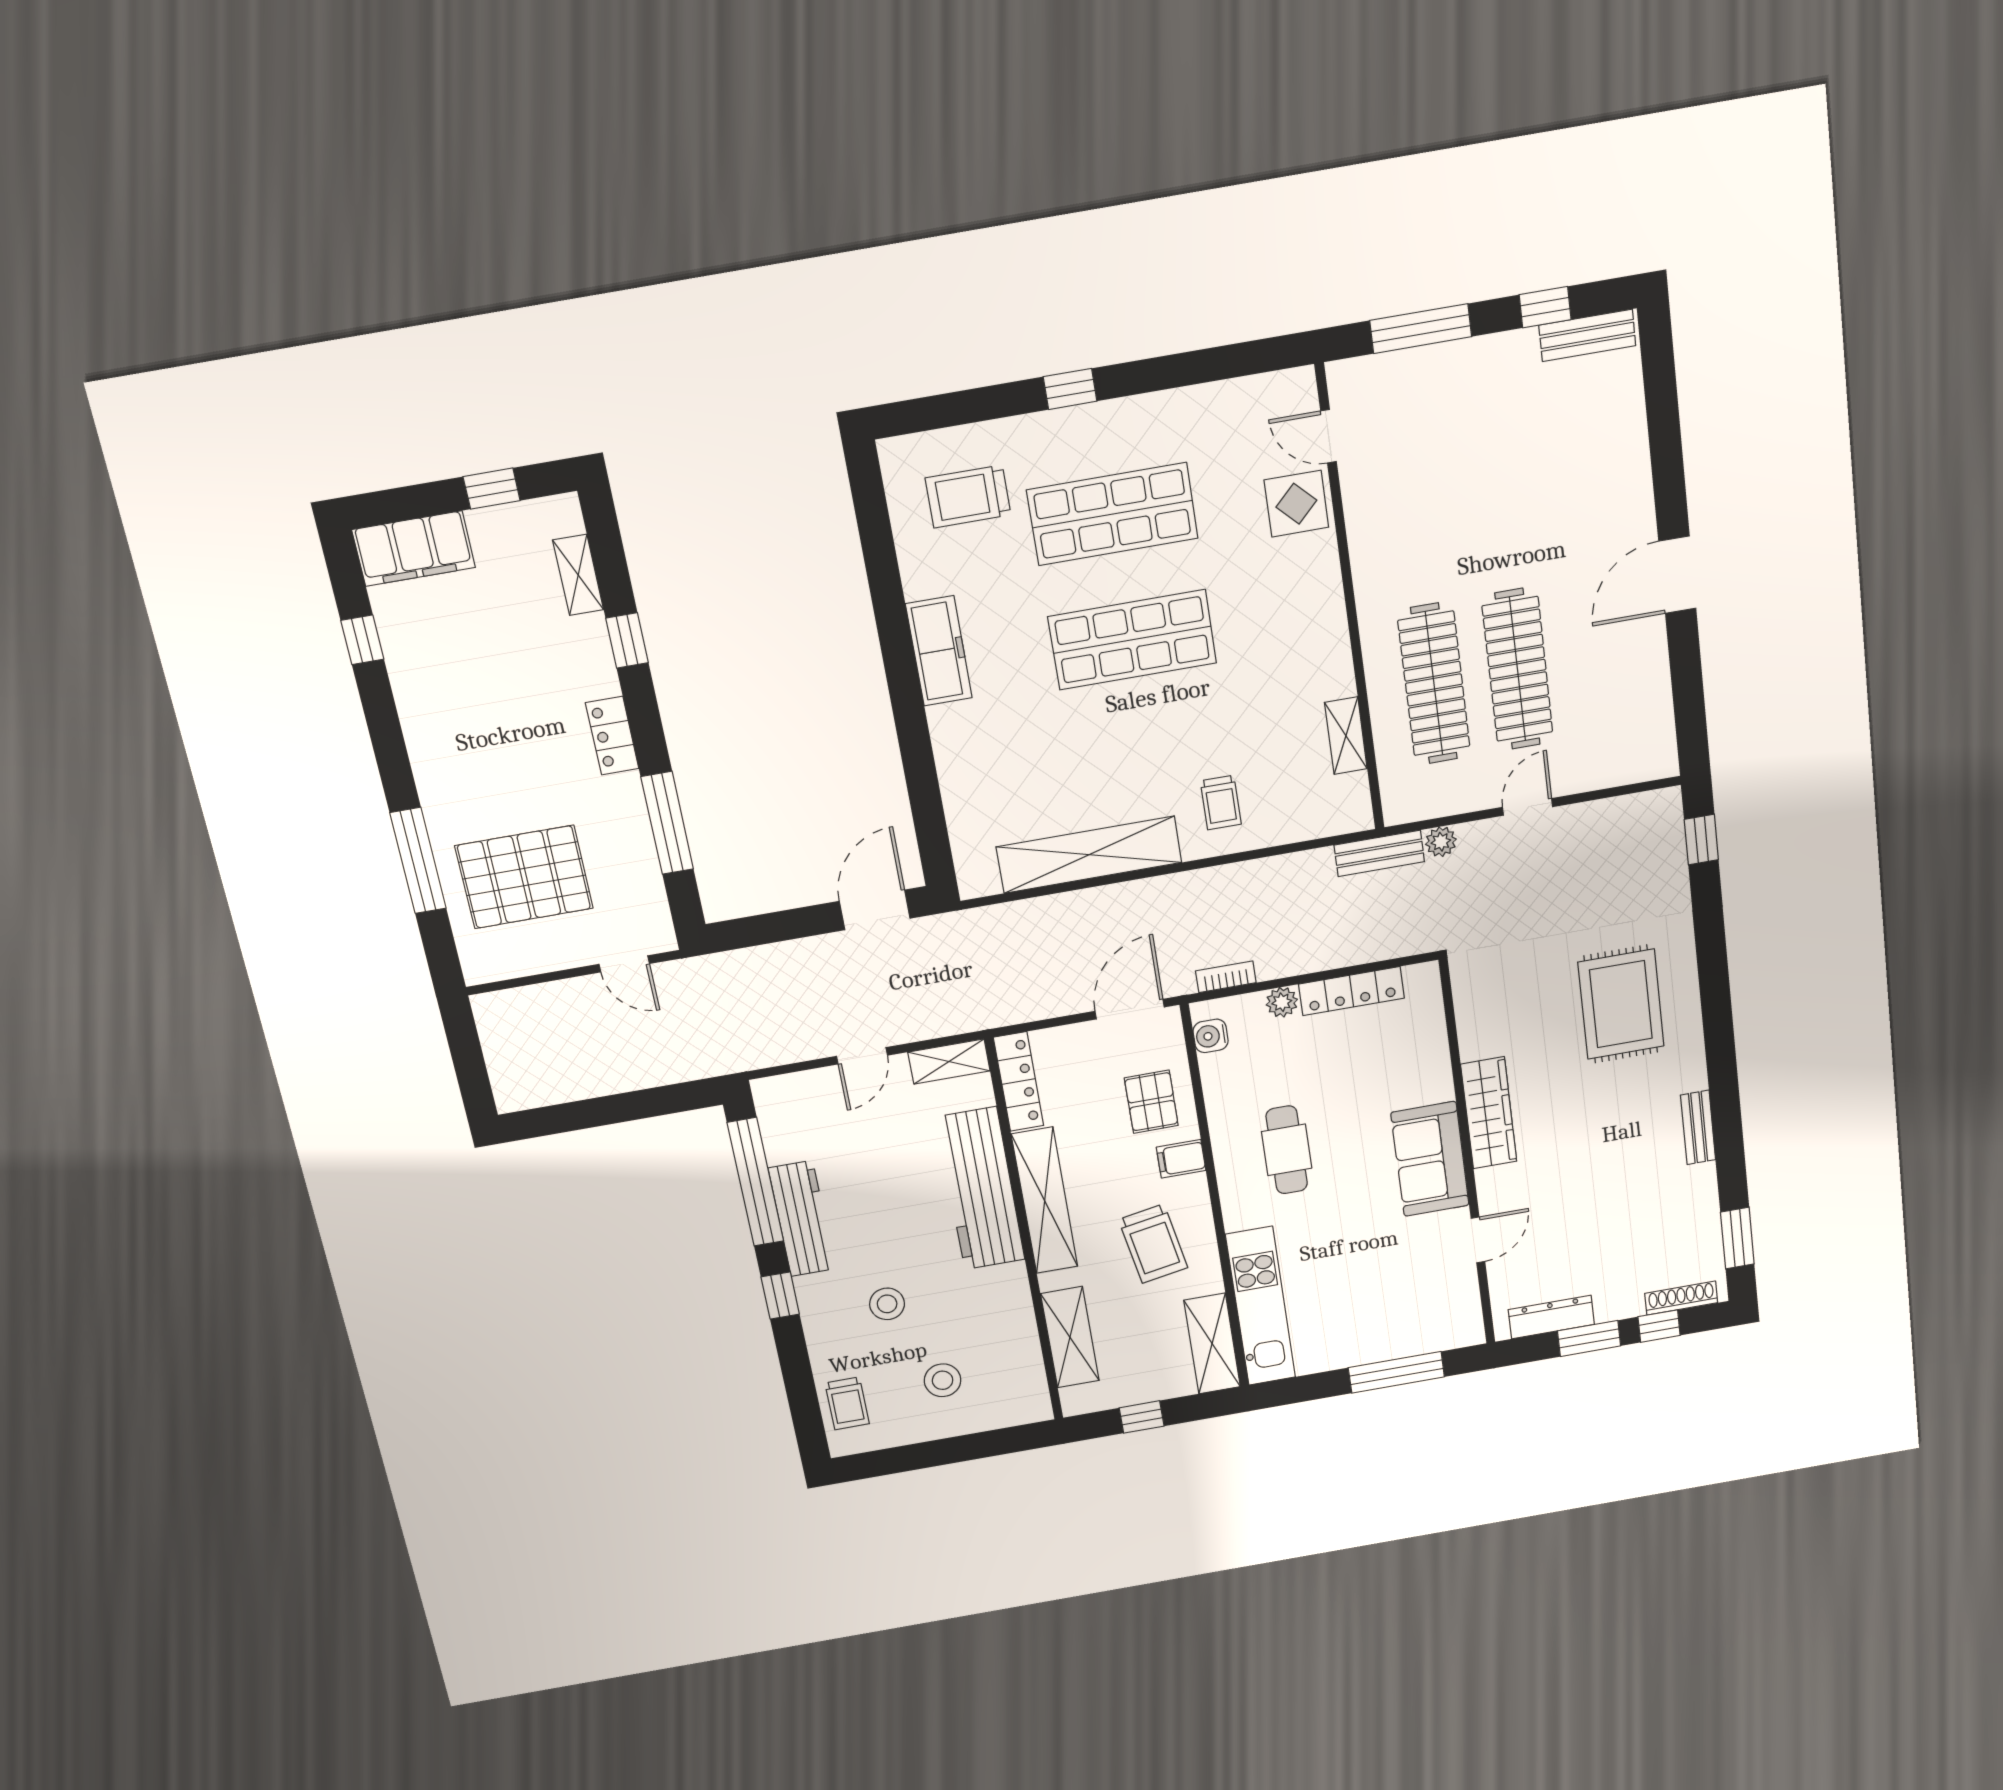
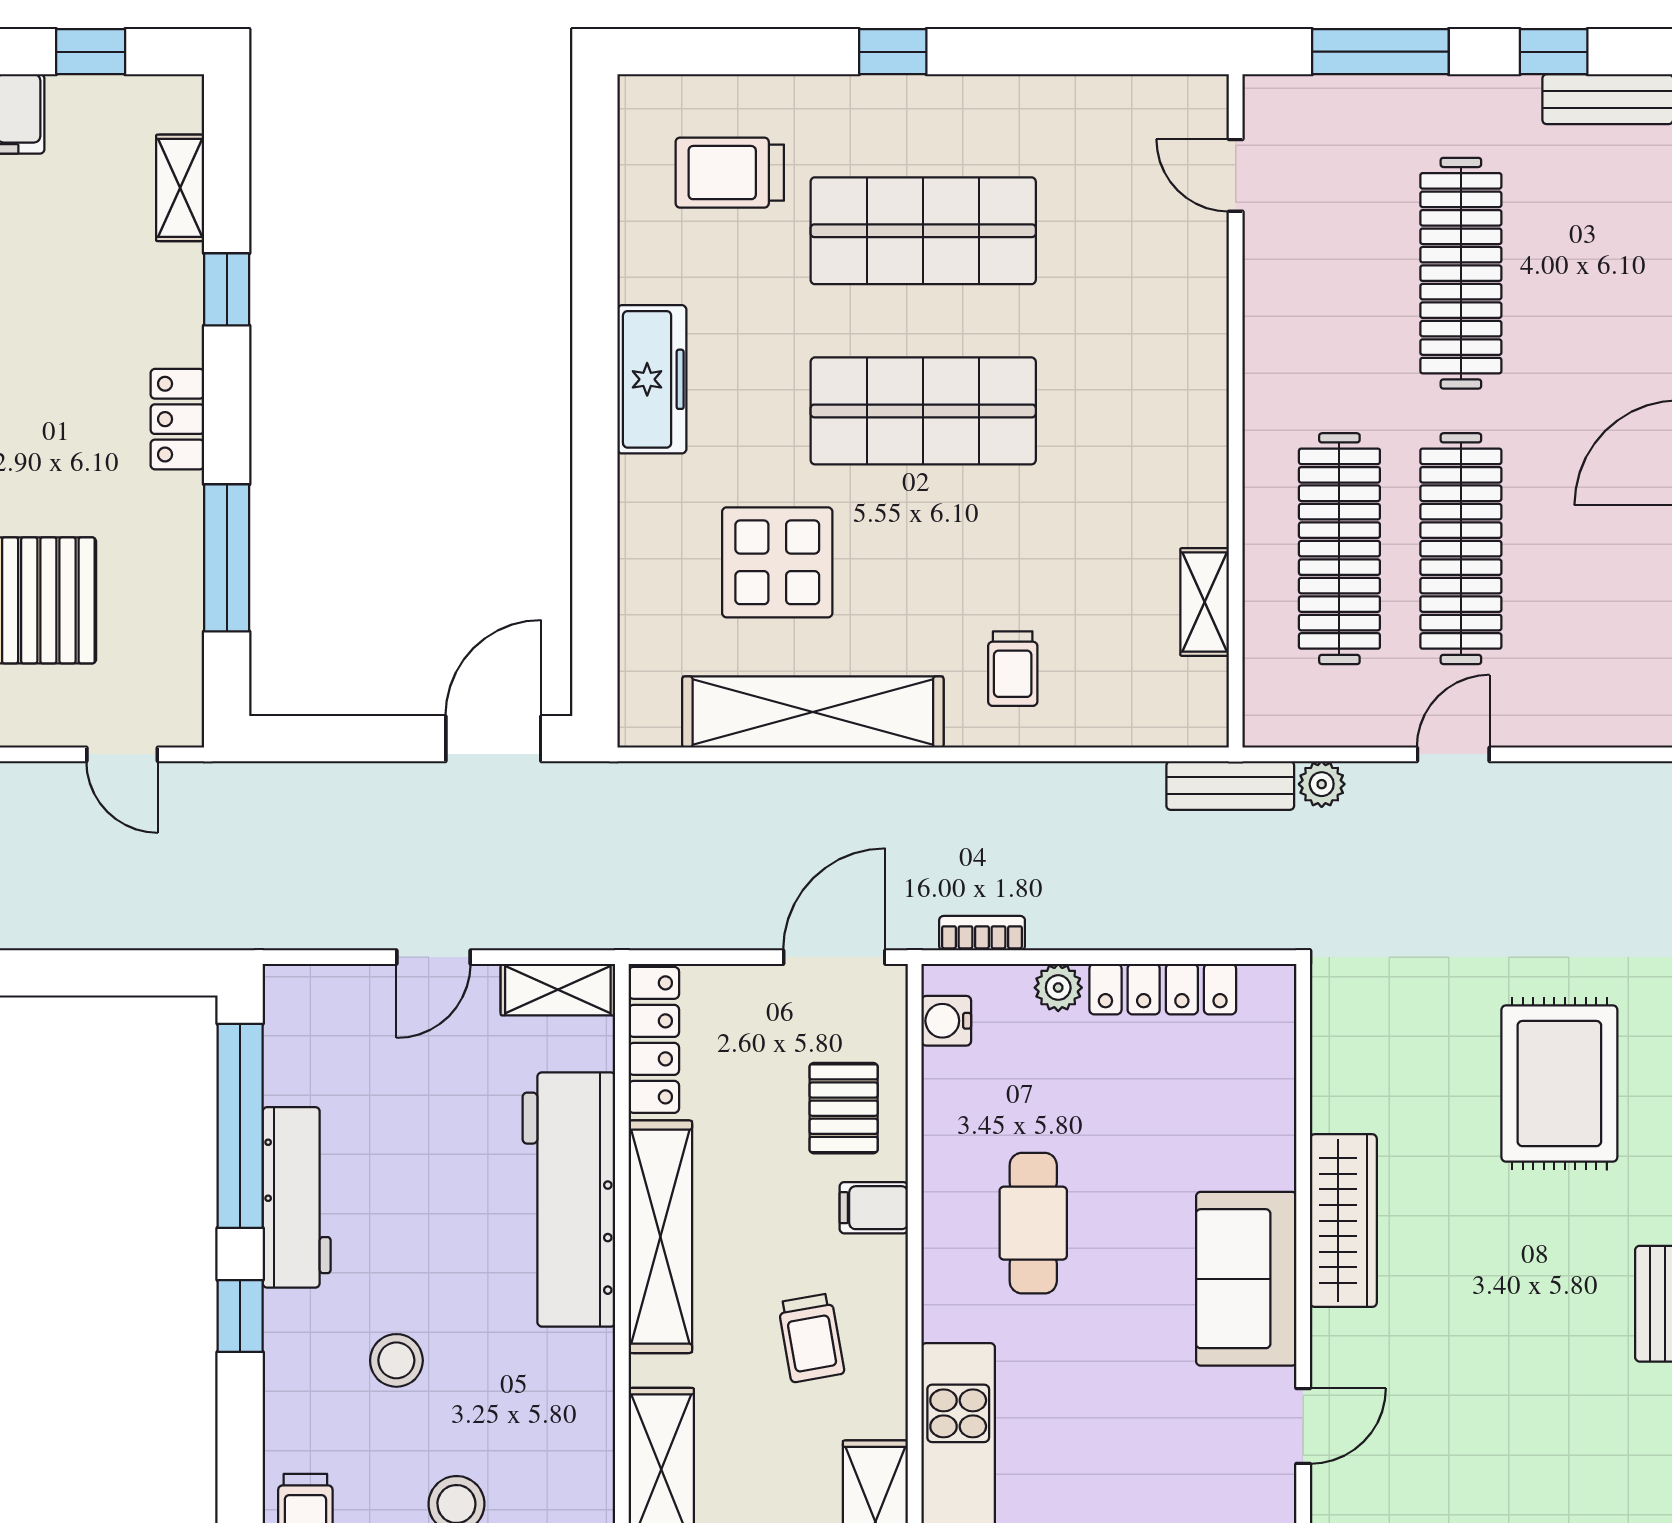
clothes rail: (1496, 479) -> (1461, 273), added
display table: (1296, 504) -> (777, 562), moved, width x1.36, depth x1.36
trolley: (1153, 1244) -> (811, 1338), width x0.73, depth x0.72

